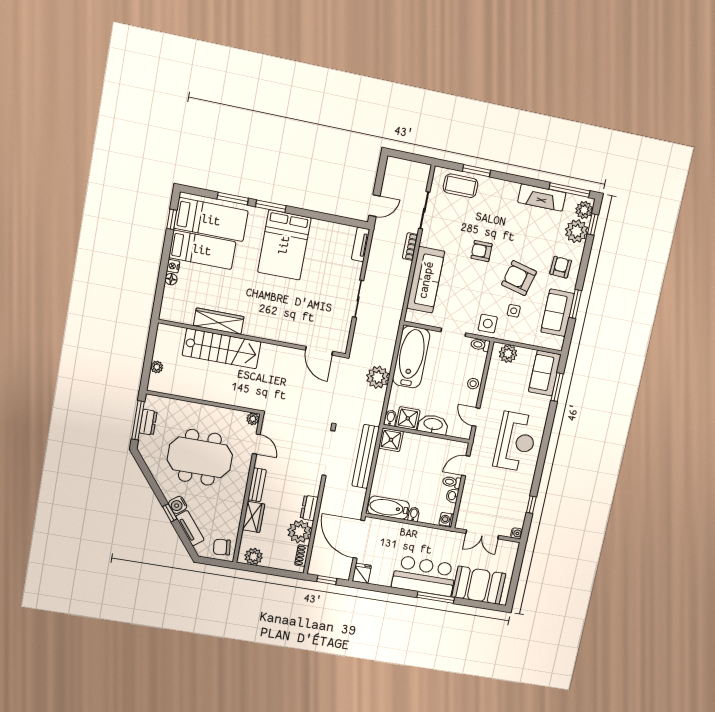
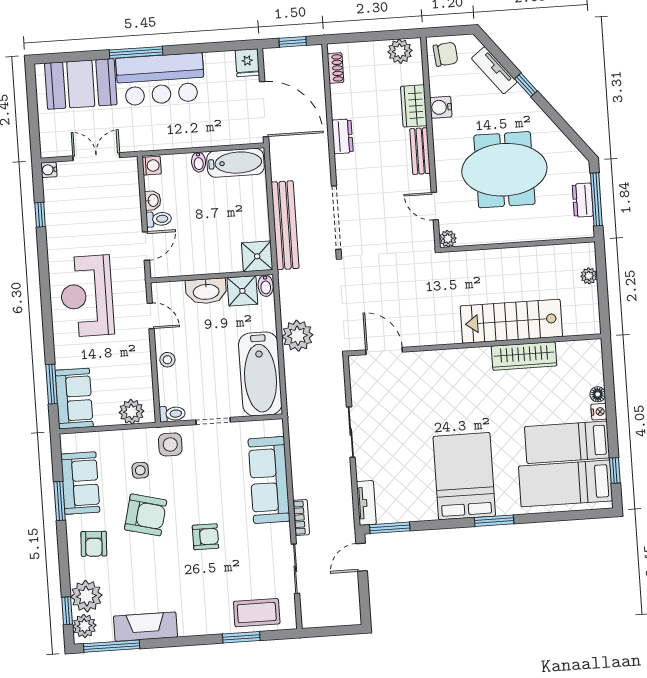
window: (233, 199) -> (390, 528), moved
water cooler: (178, 505) -> (441, 107), moved, turned -142
plant: (300, 532) -> (347, 101), removed

